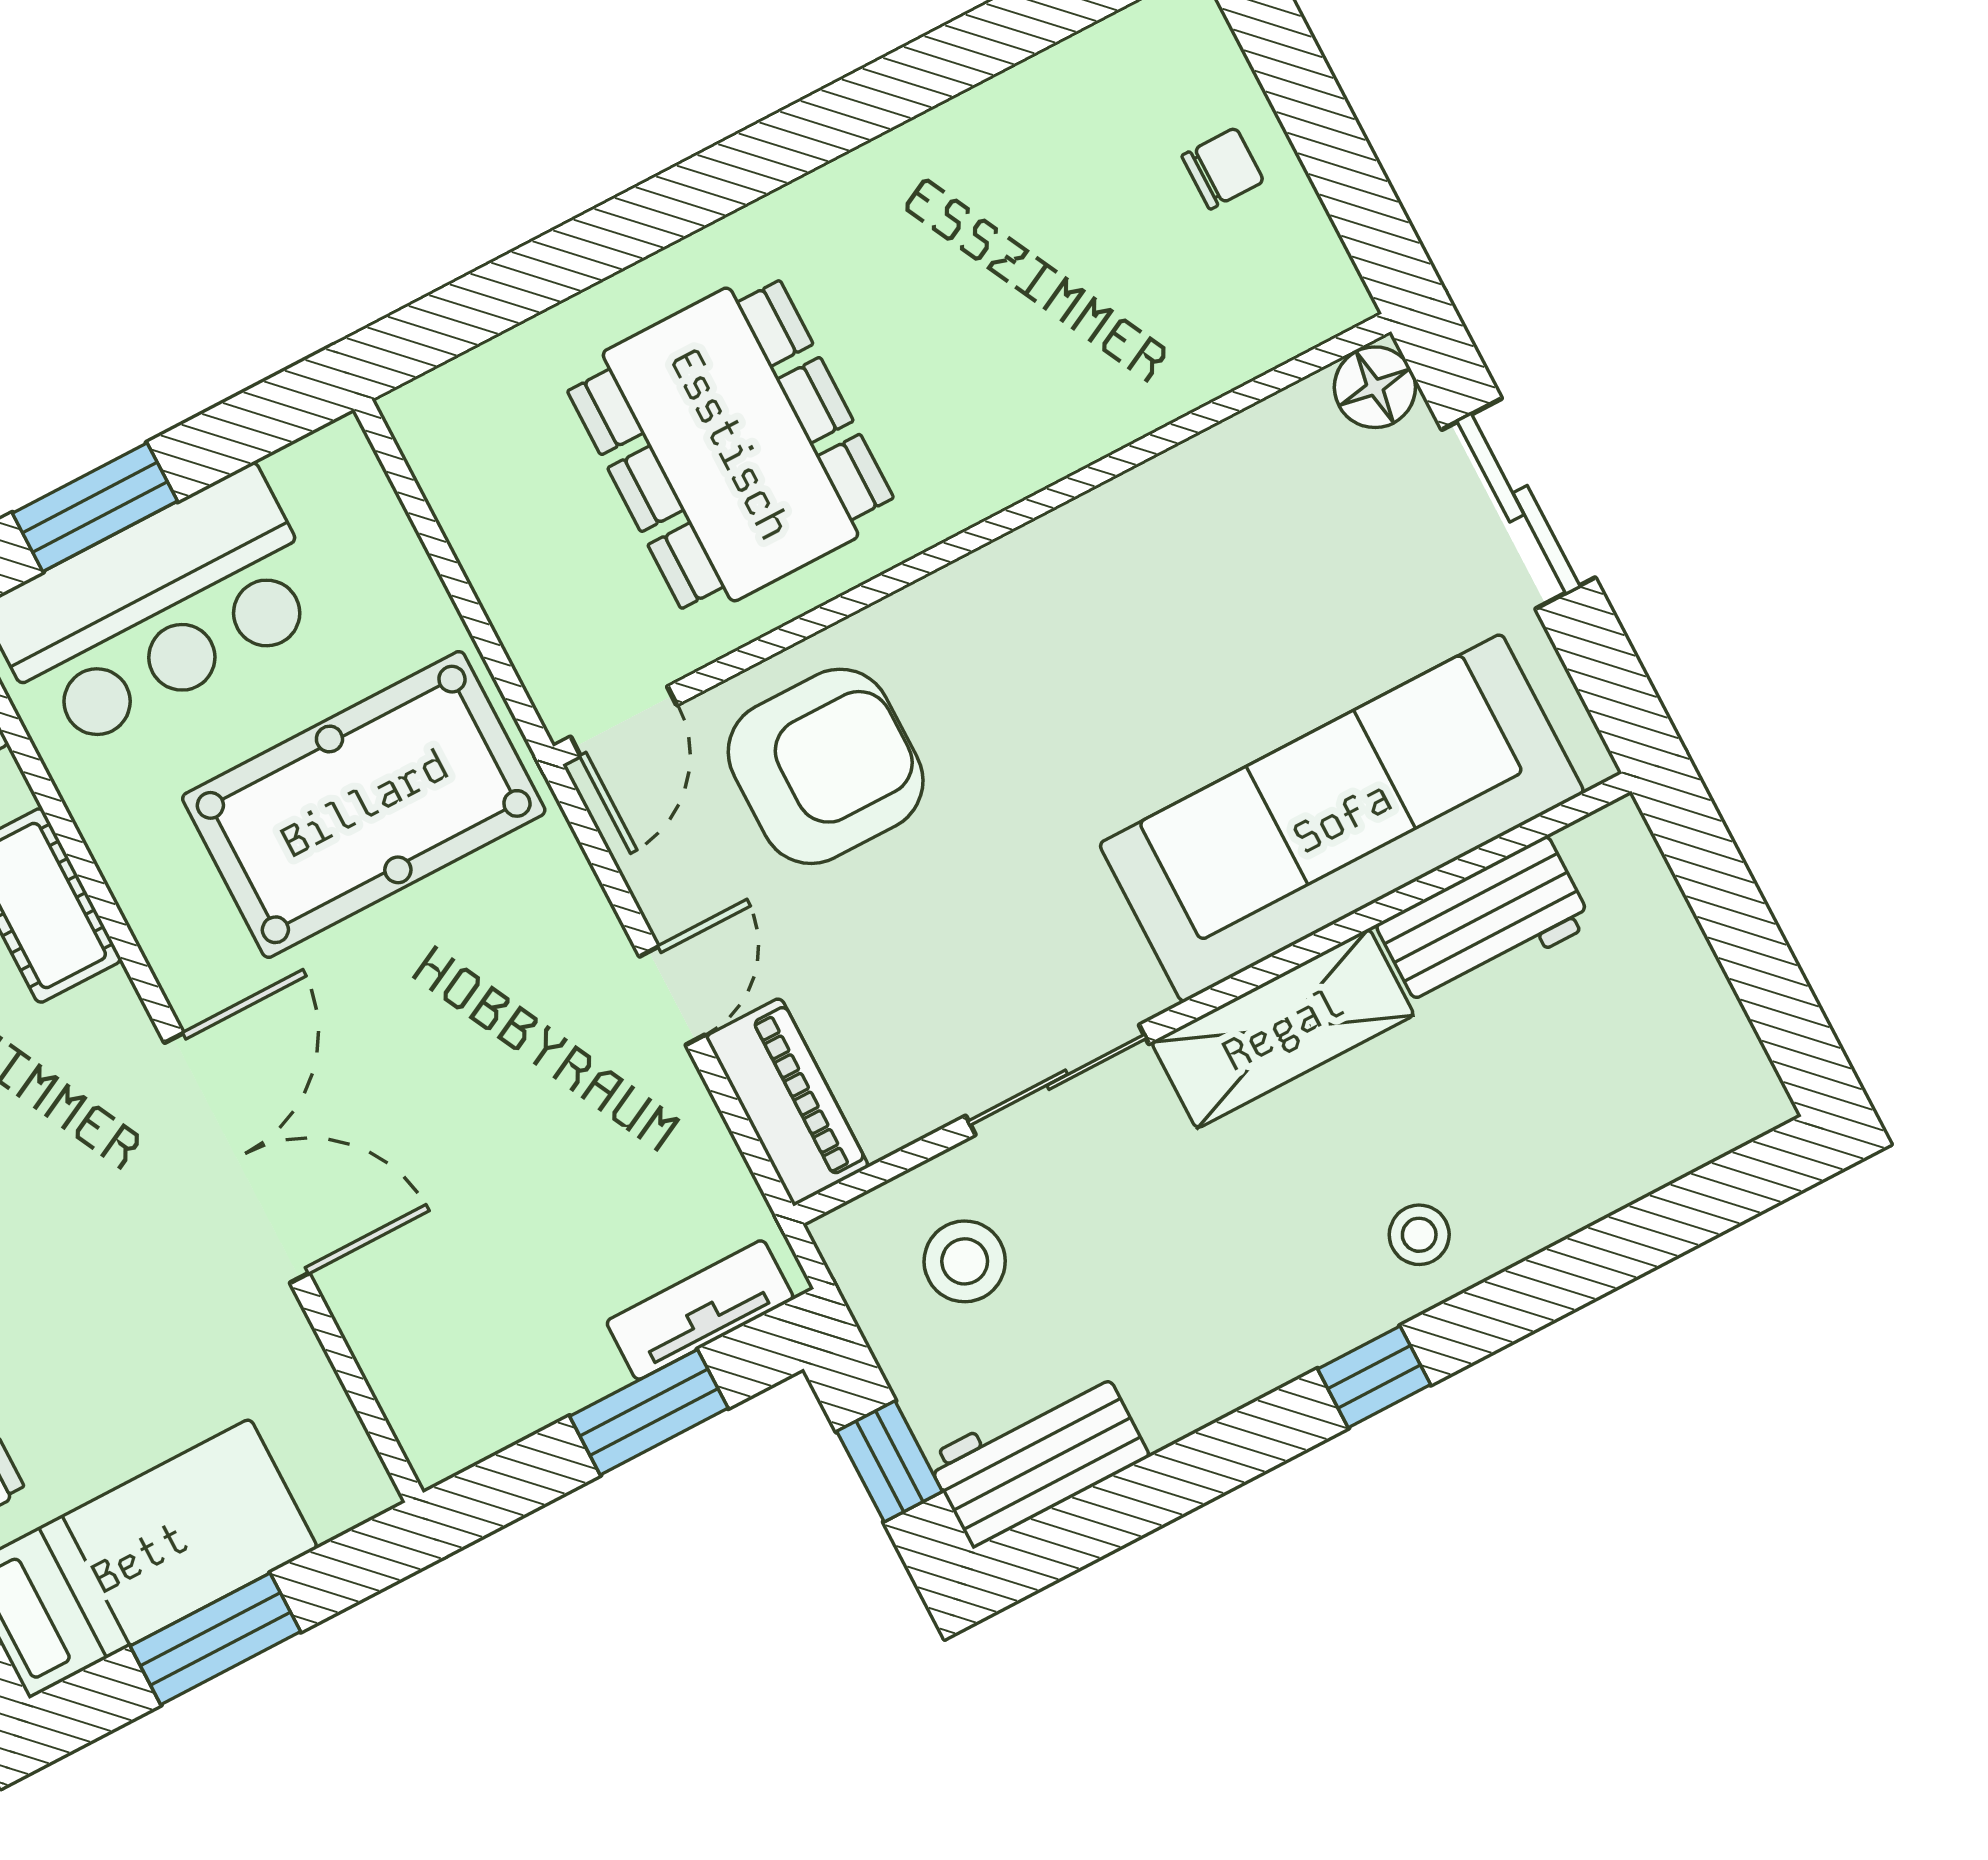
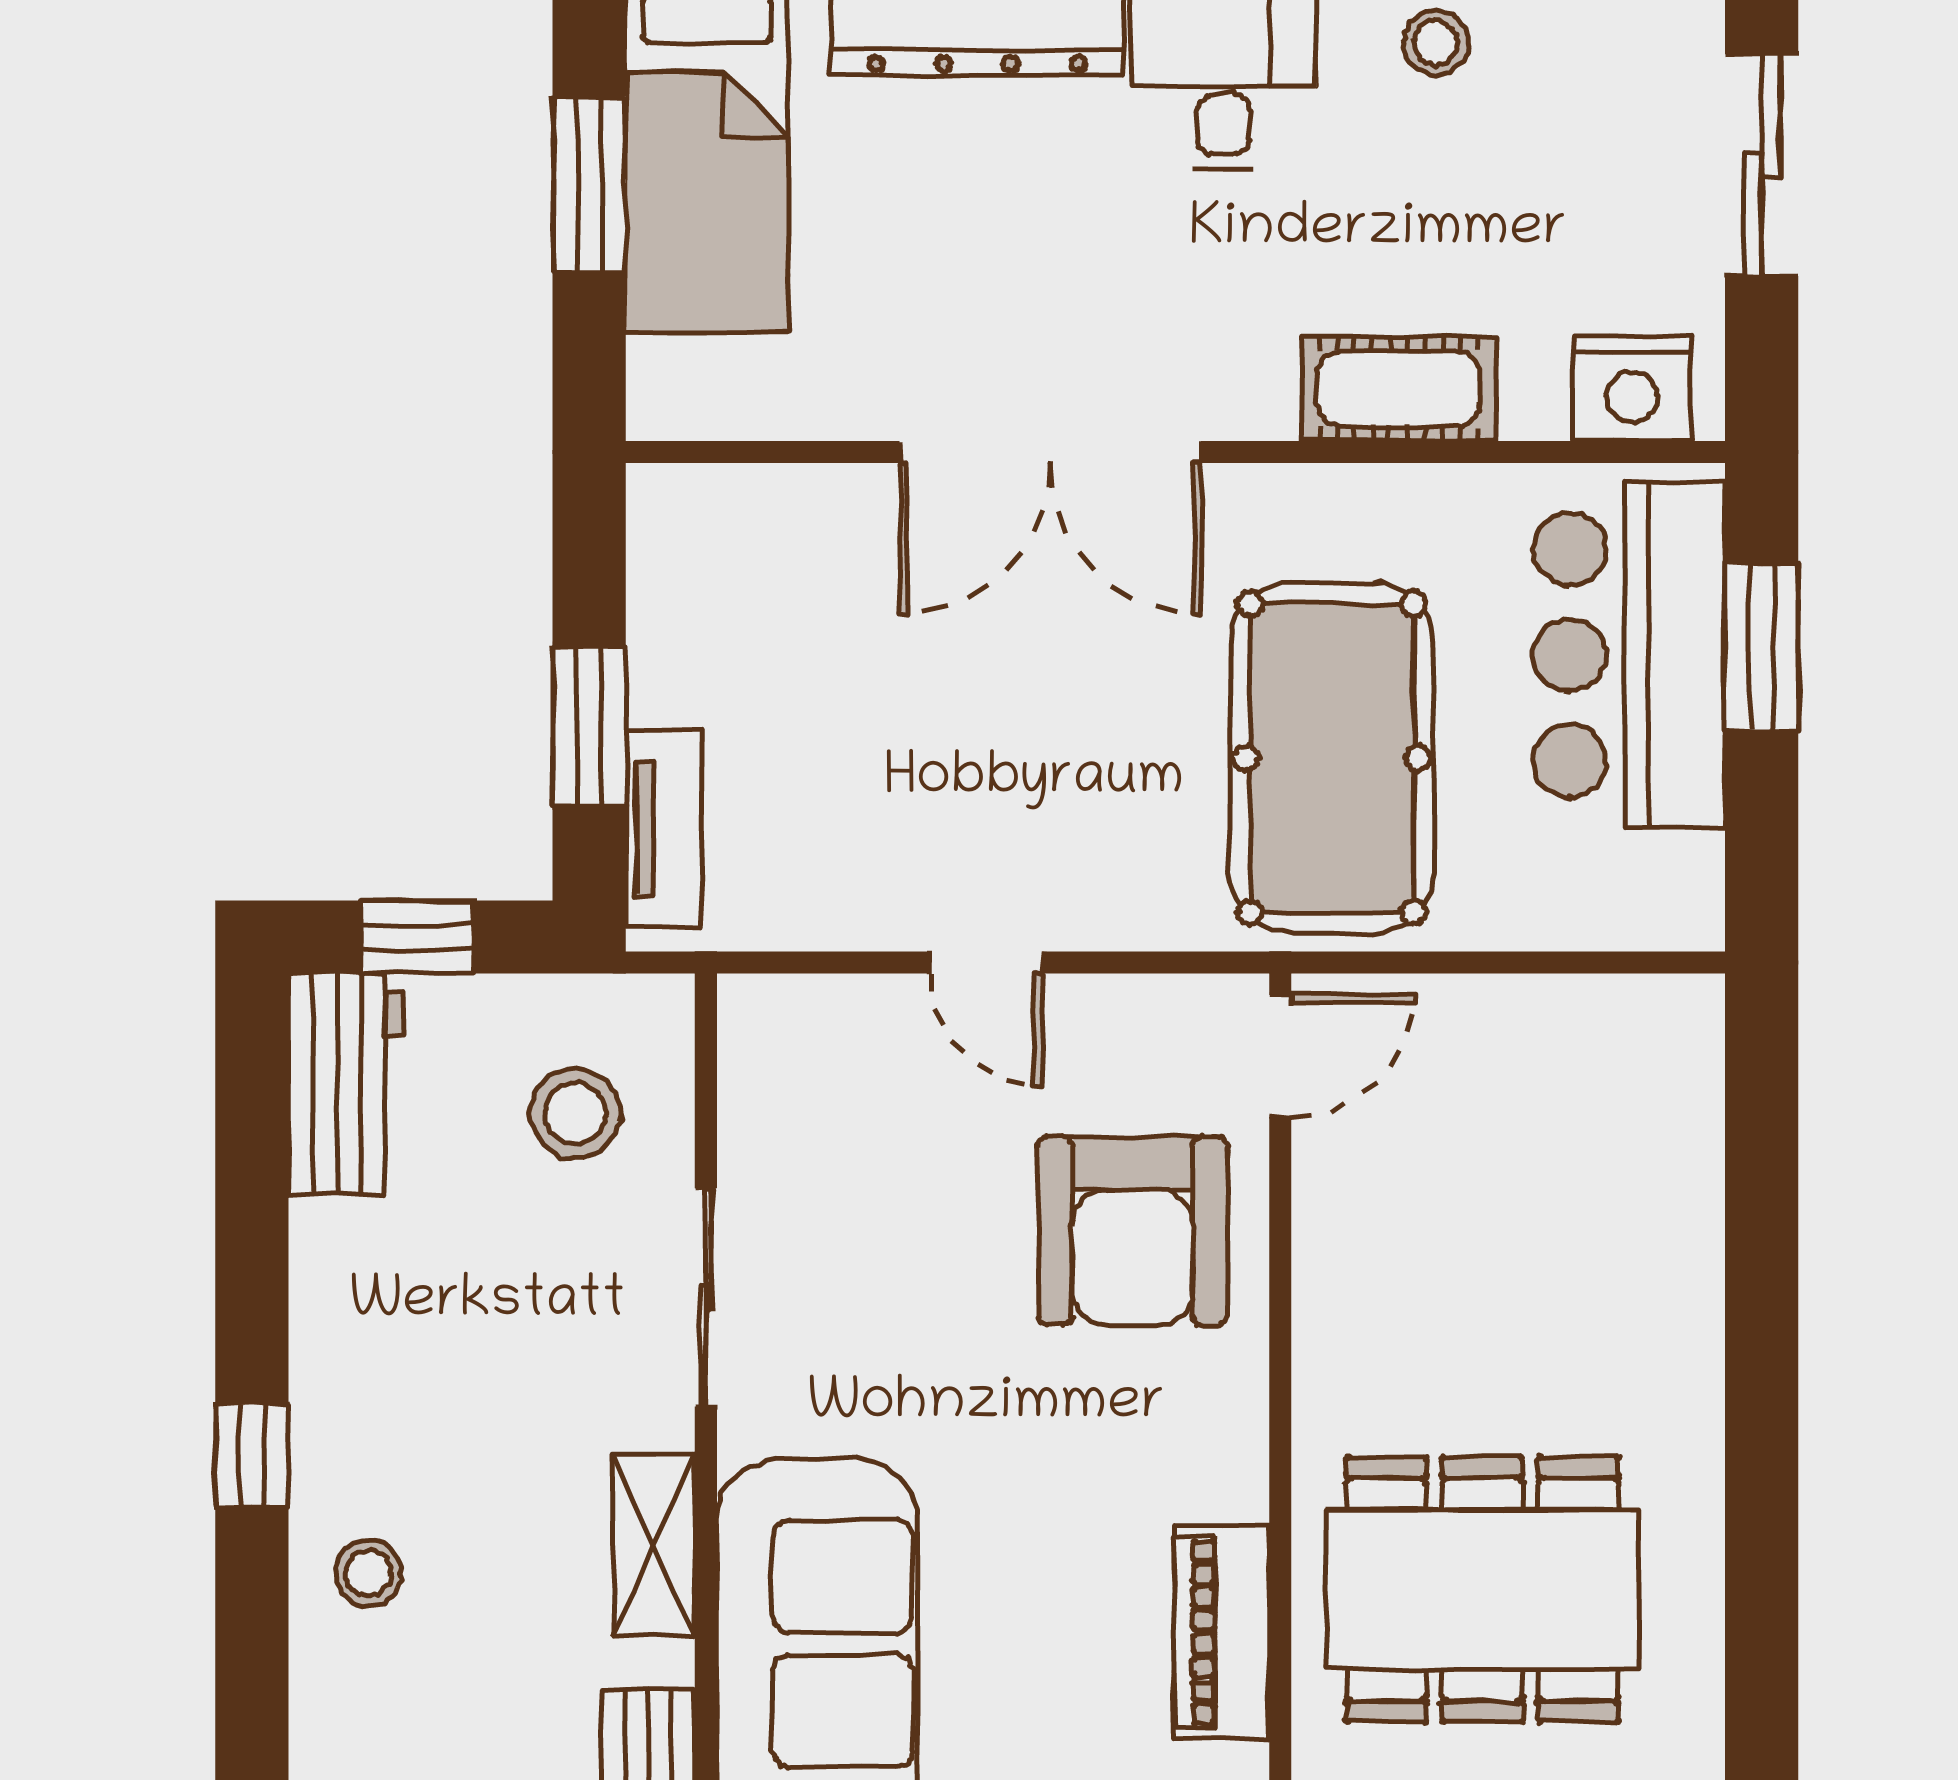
dining table: (730, 444) -> (1482, 1590), moved
door: (624, 721) -> (1280, 1056), swing flipped
shelving: (1283, 1029) -> (654, 1545), width x0.67, depth x0.75
piano: (787, 1102) -> (1222, 1632), moved, turned 90

